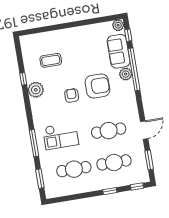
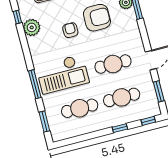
checkout: (61, 136) -> (62, 74), width x1.36, depth x1.21

